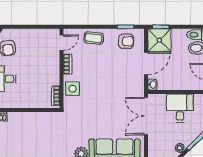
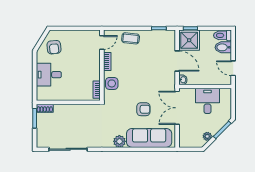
armchair: (126, 41) -> (143, 109), moved
door: (146, 63) -> (177, 61), hinge flipped

